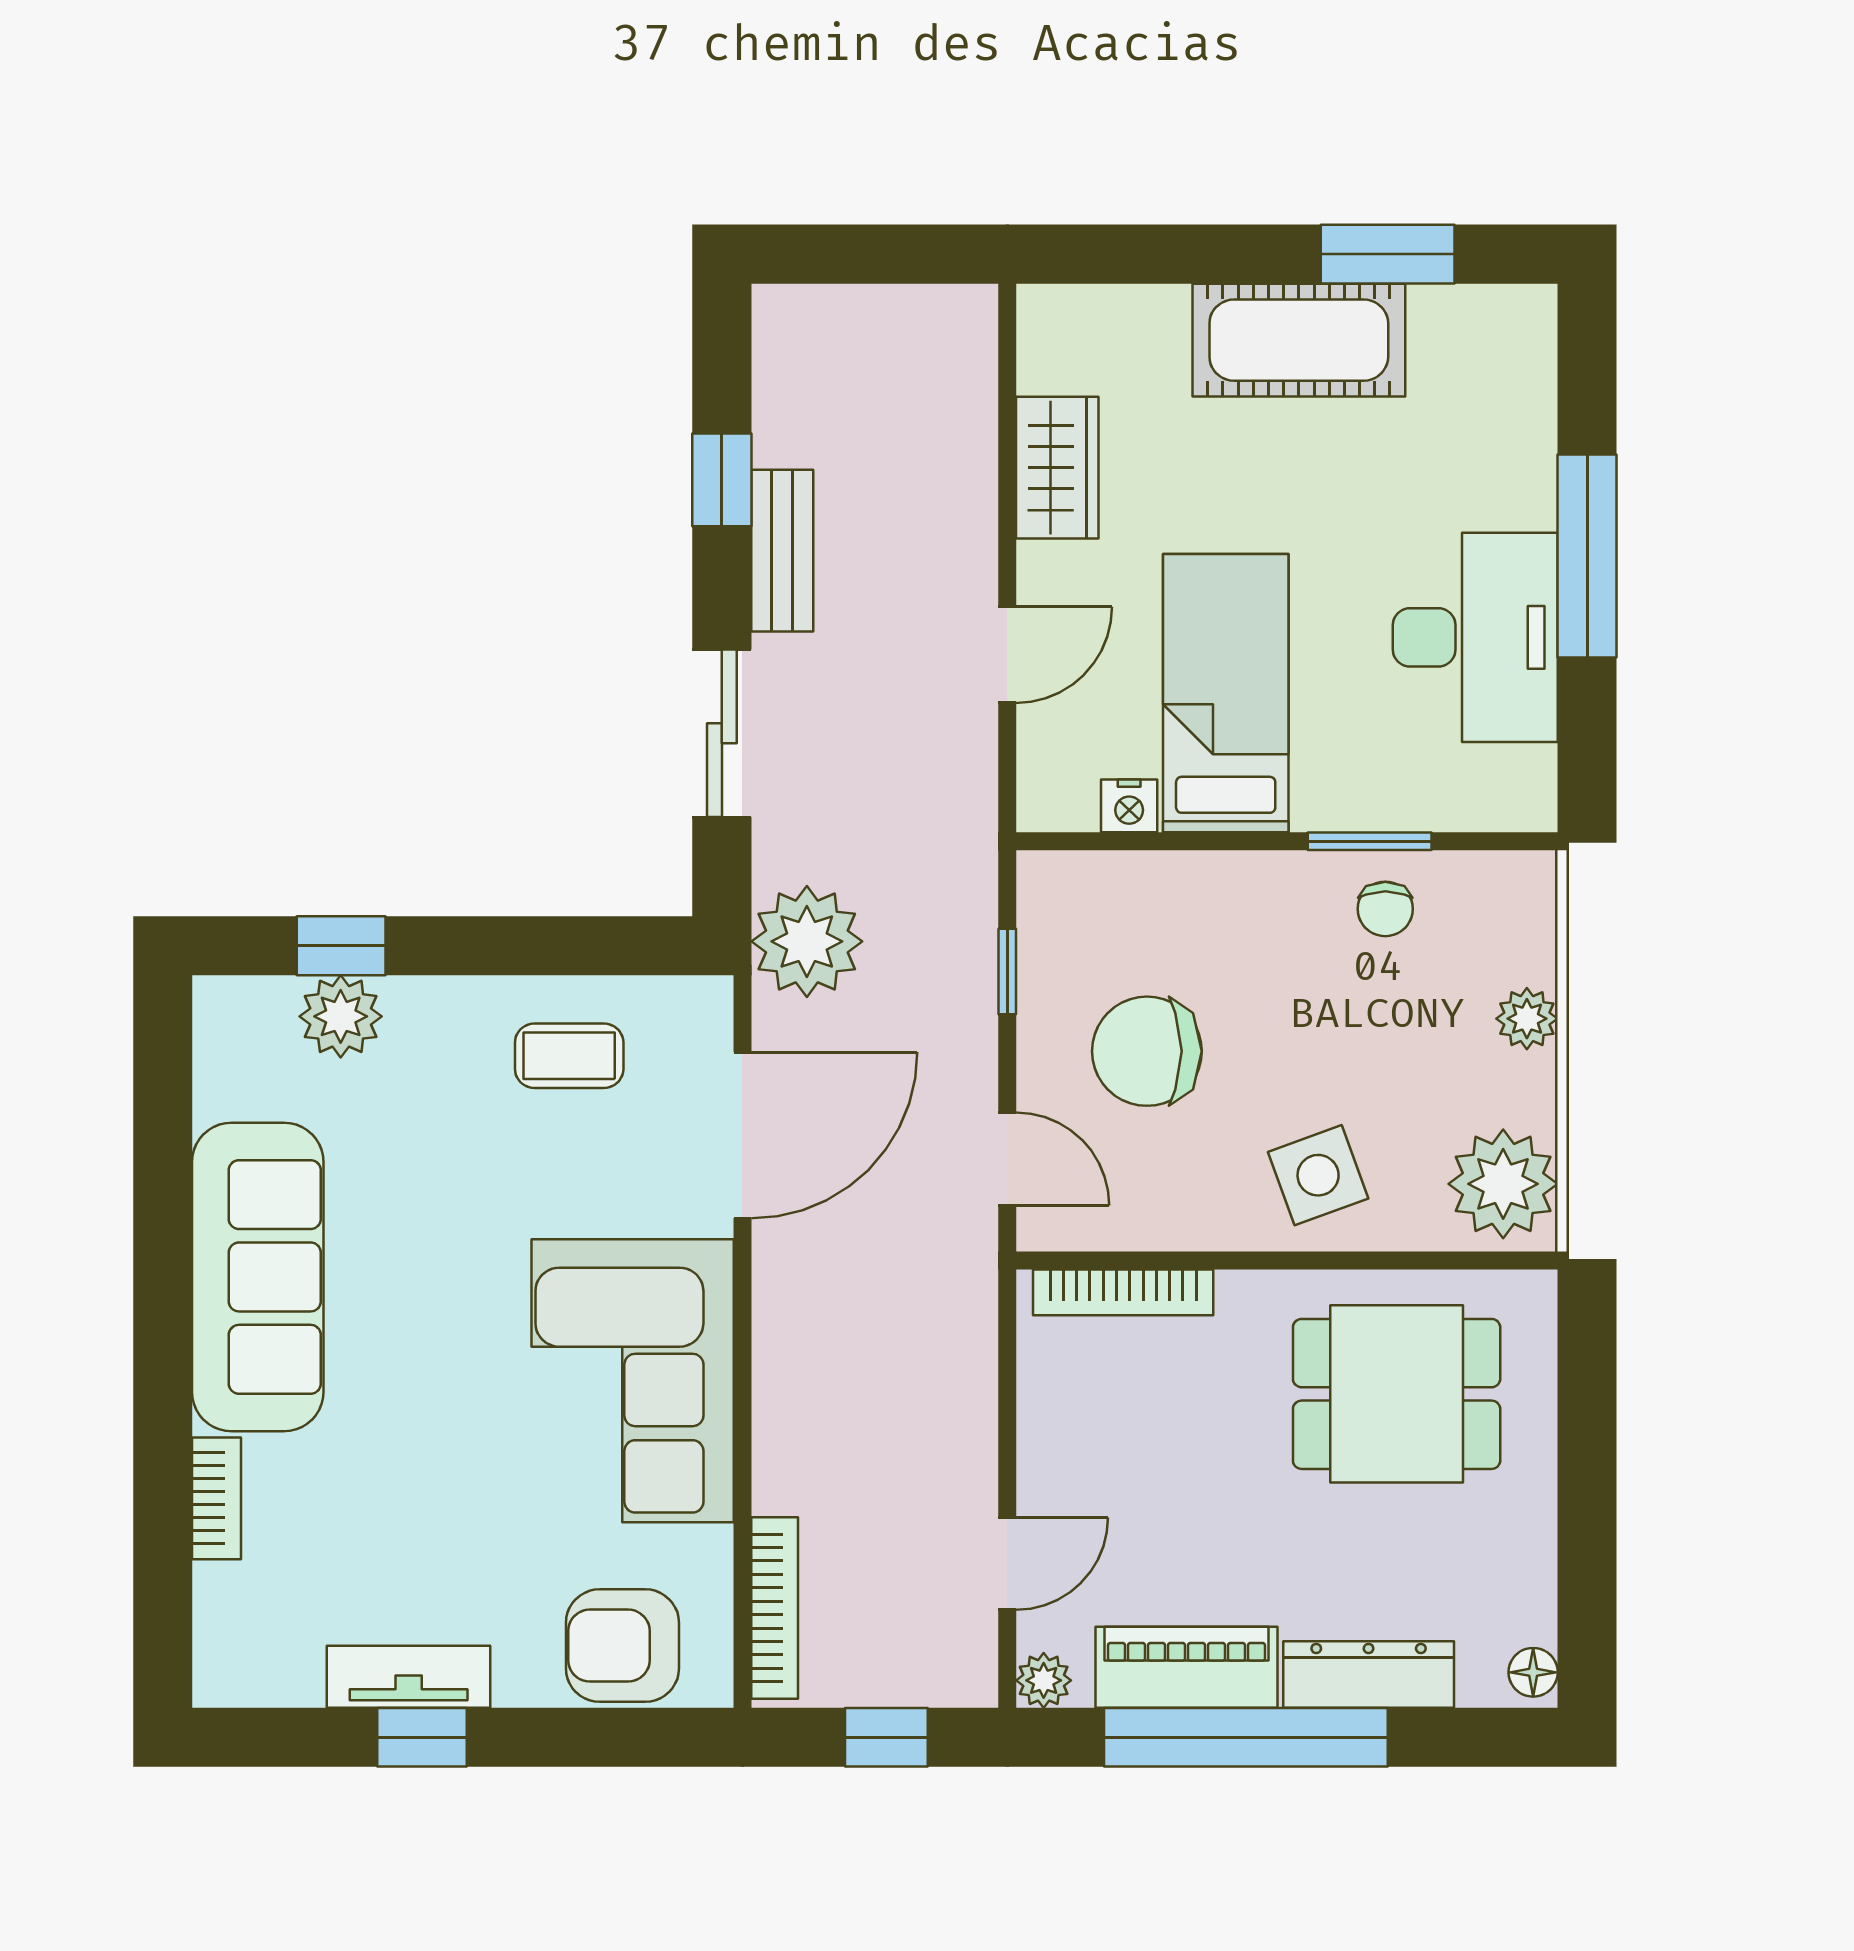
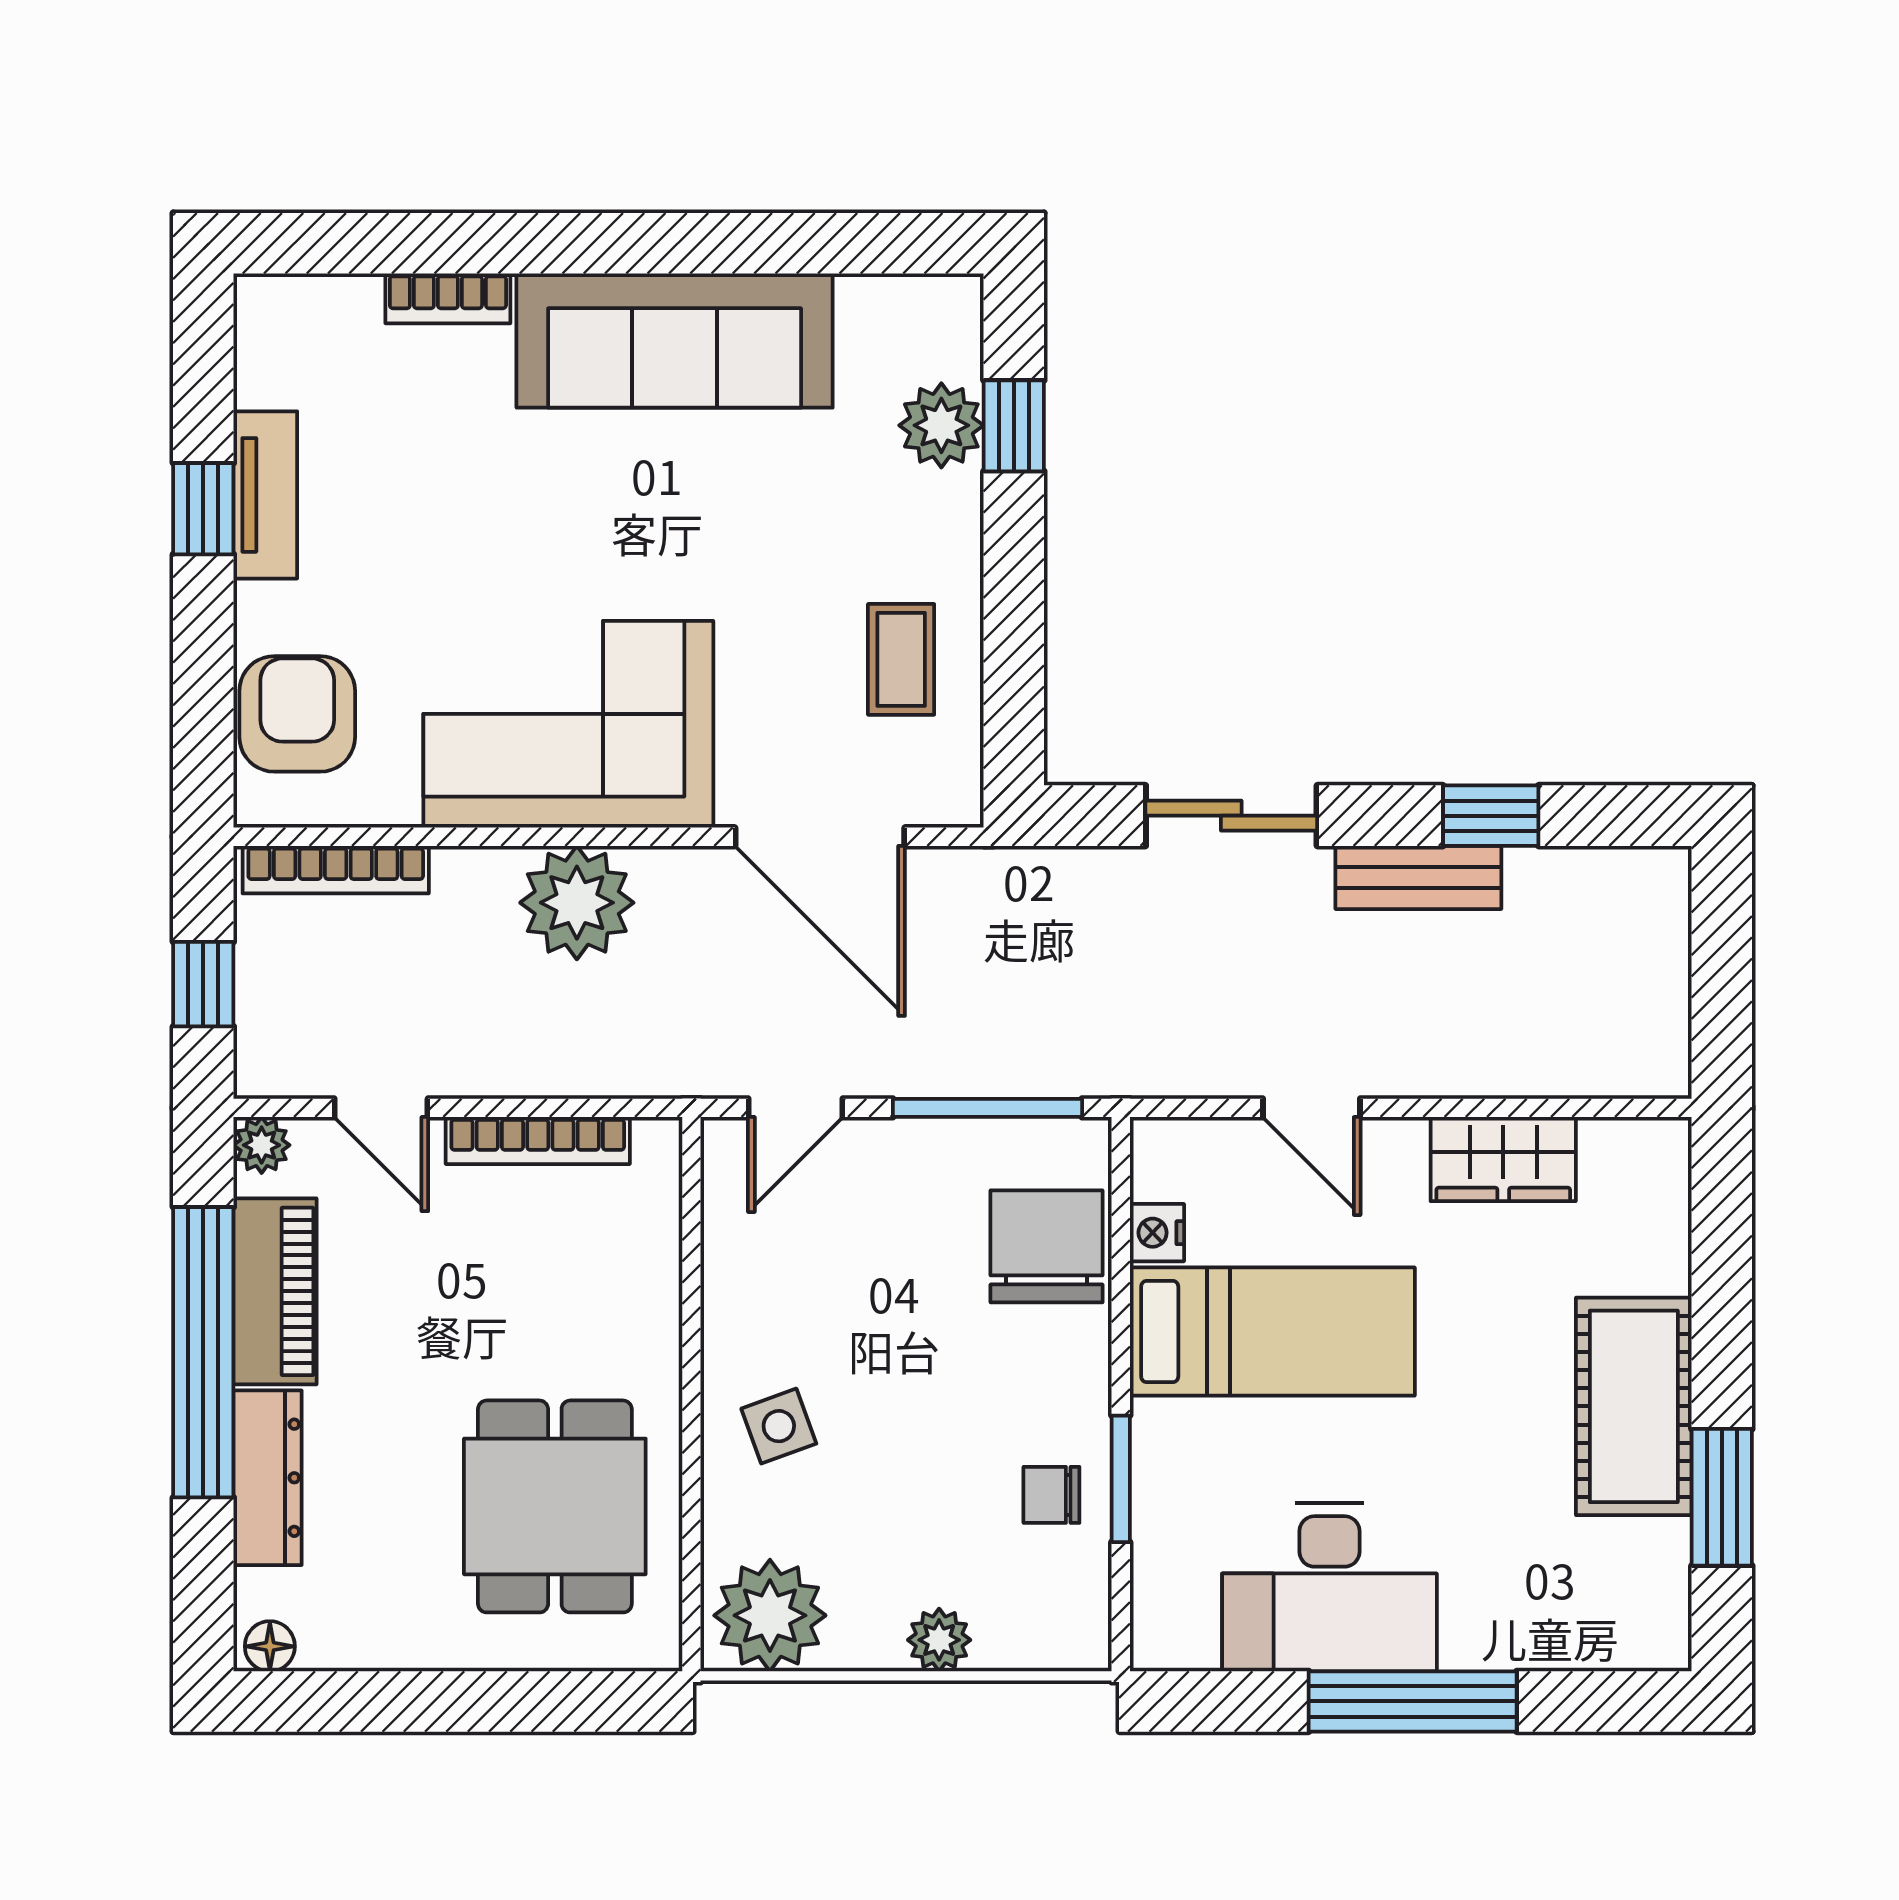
plant: (807, 941) -> (577, 903), moved
window: (1007, 971) -> (987, 1108), width x2.17
chair: (1147, 1051) -> (1046, 1246), moved
side table: (1318, 1175) -> (779, 1426), width x0.73, depth x0.73
bookcase: (1123, 1292) -> (538, 1141), moved, turned -90

